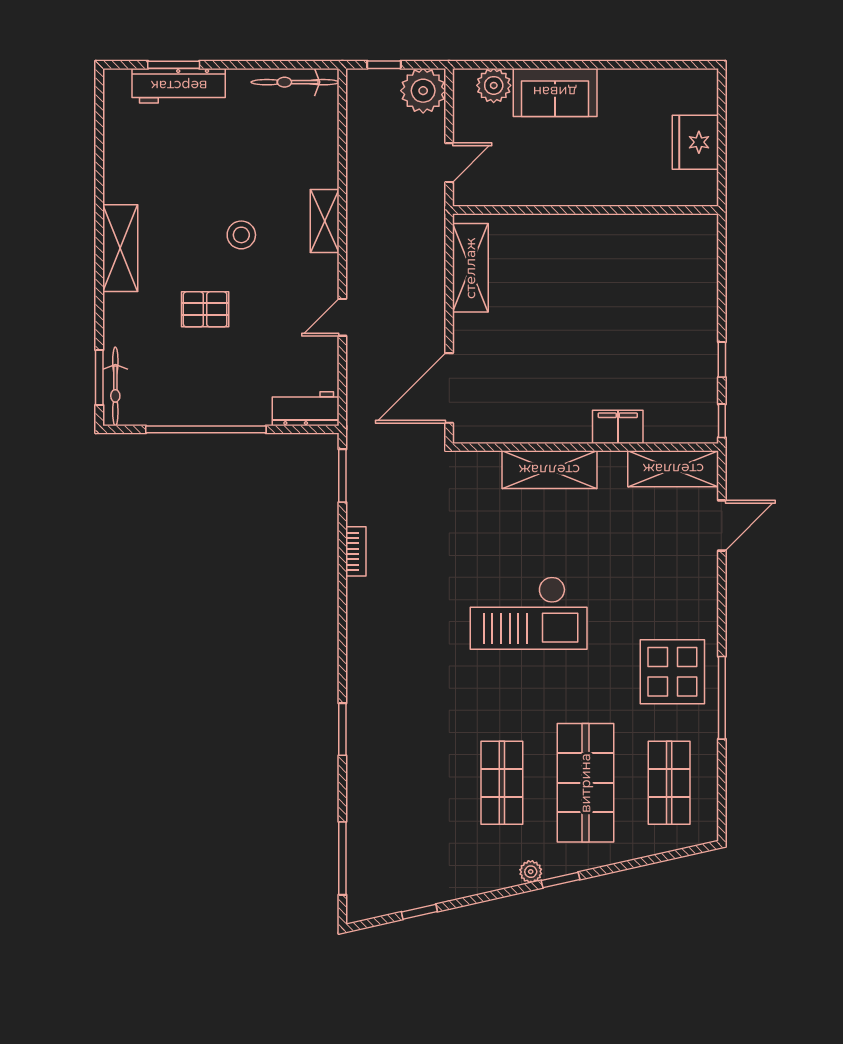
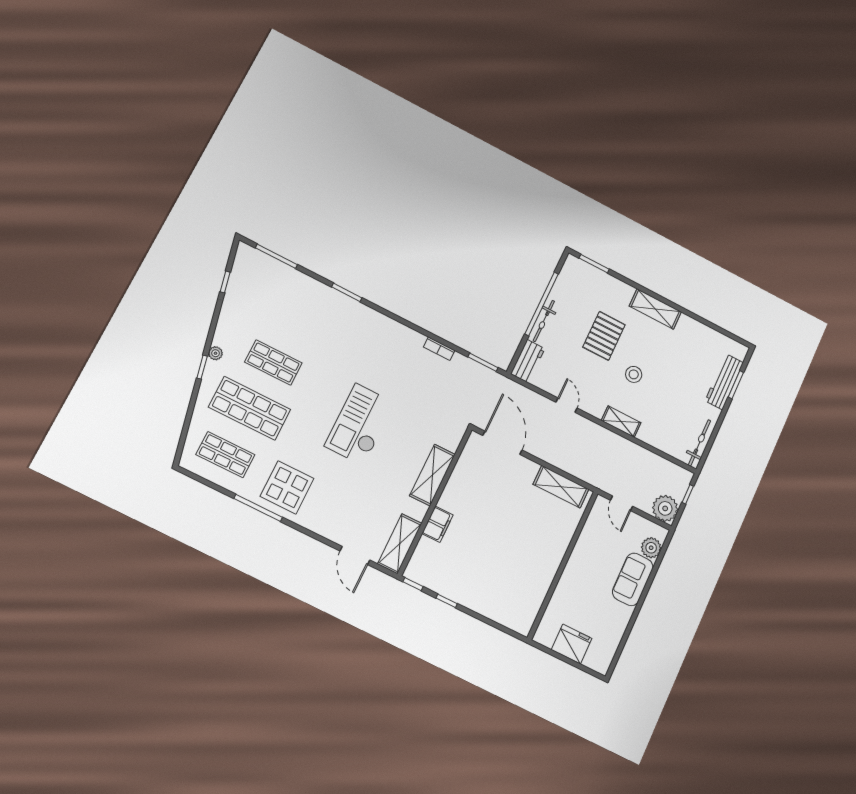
pallet: (205, 309) -> (604, 336), width x1.50, depth x1.42
bicycle: (115, 386) -> (544, 321), moved, turned -90

